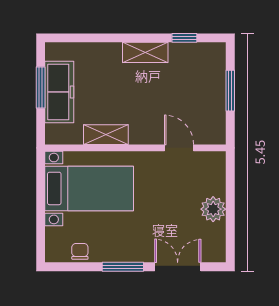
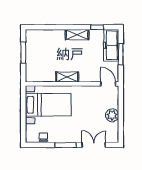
freezer: (59, 92) -> (111, 45), moved, turned 180
shelving: (106, 135) -> (67, 77), moved
door: (179, 148) -> (108, 84), moved

